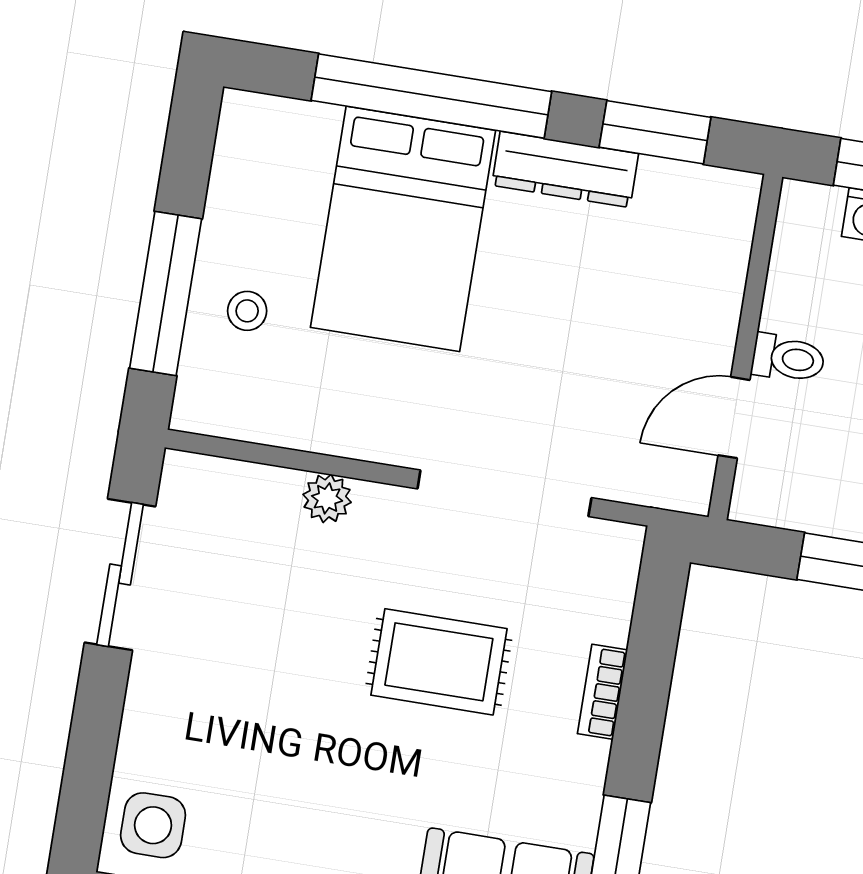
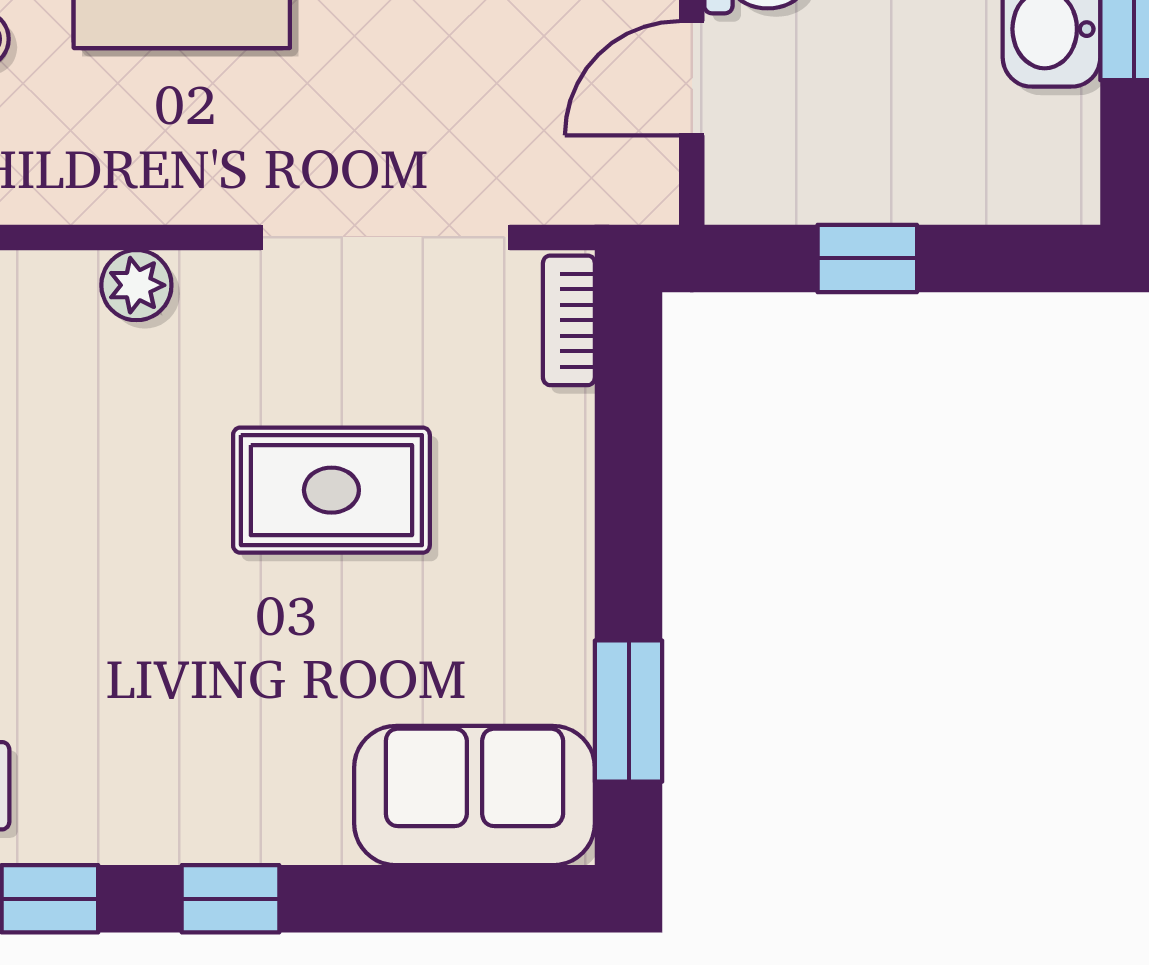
bookcase: (602, 692) -> (569, 320), moved

